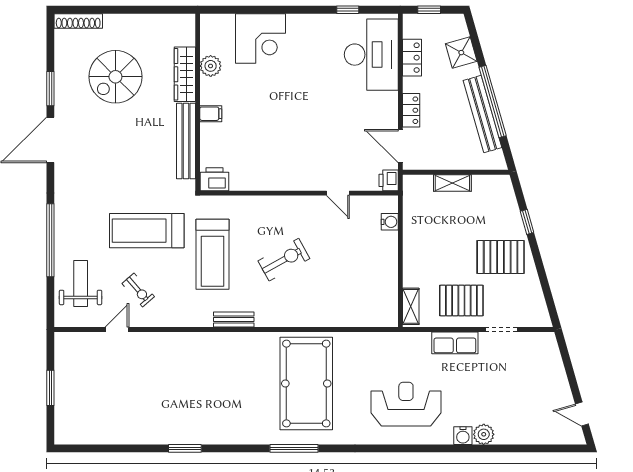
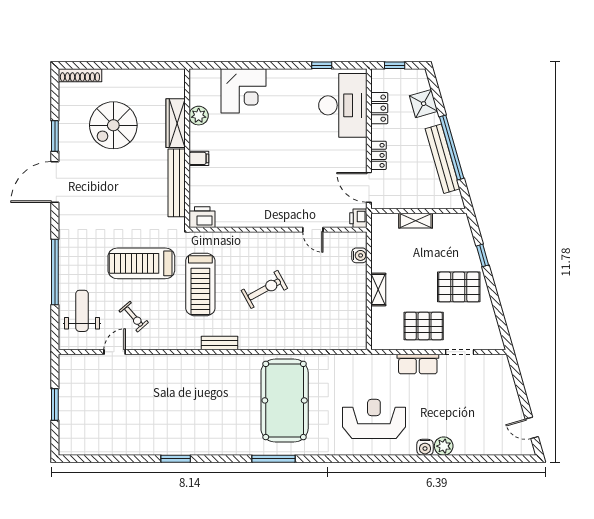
shelving: (411, 306) -> (378, 289), moved

